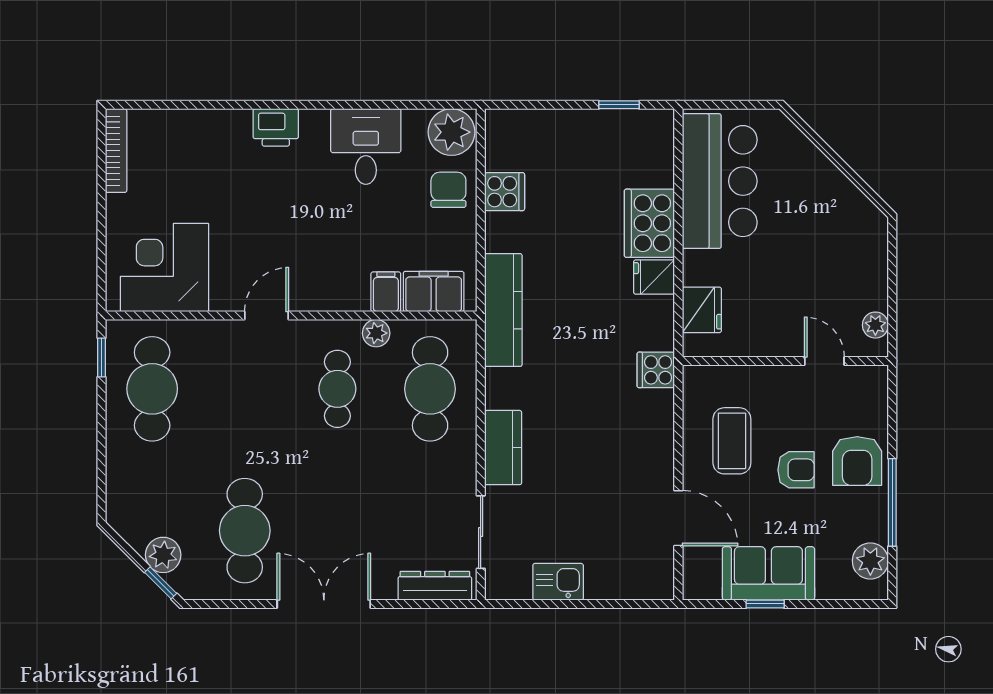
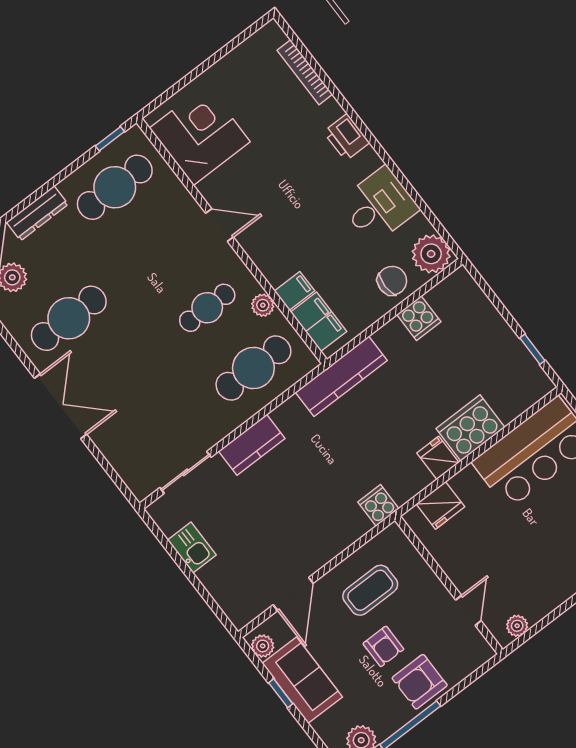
bookcase: (116, 151) -> (305, 72), moved, turned 90
dresser: (435, 586) -> (37, 213), moved, turned 90
plant: (706, 586) -> (263, 646), added

